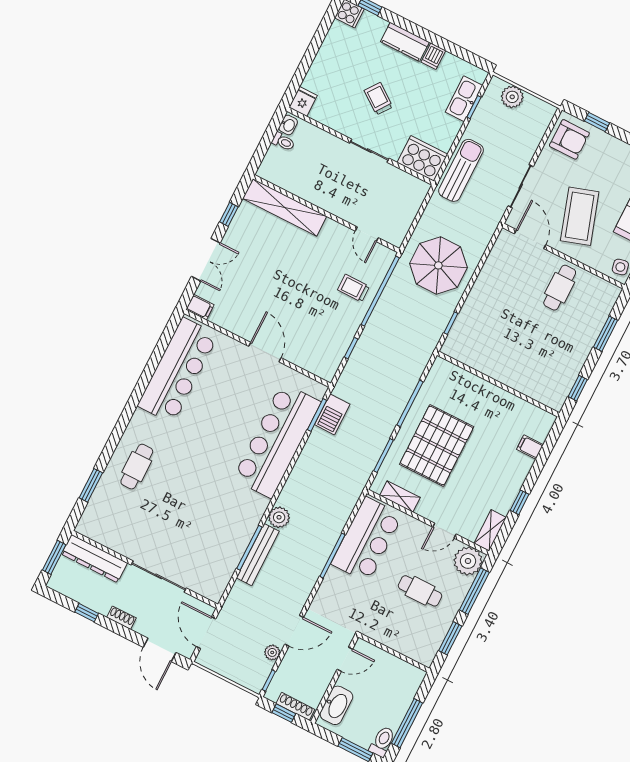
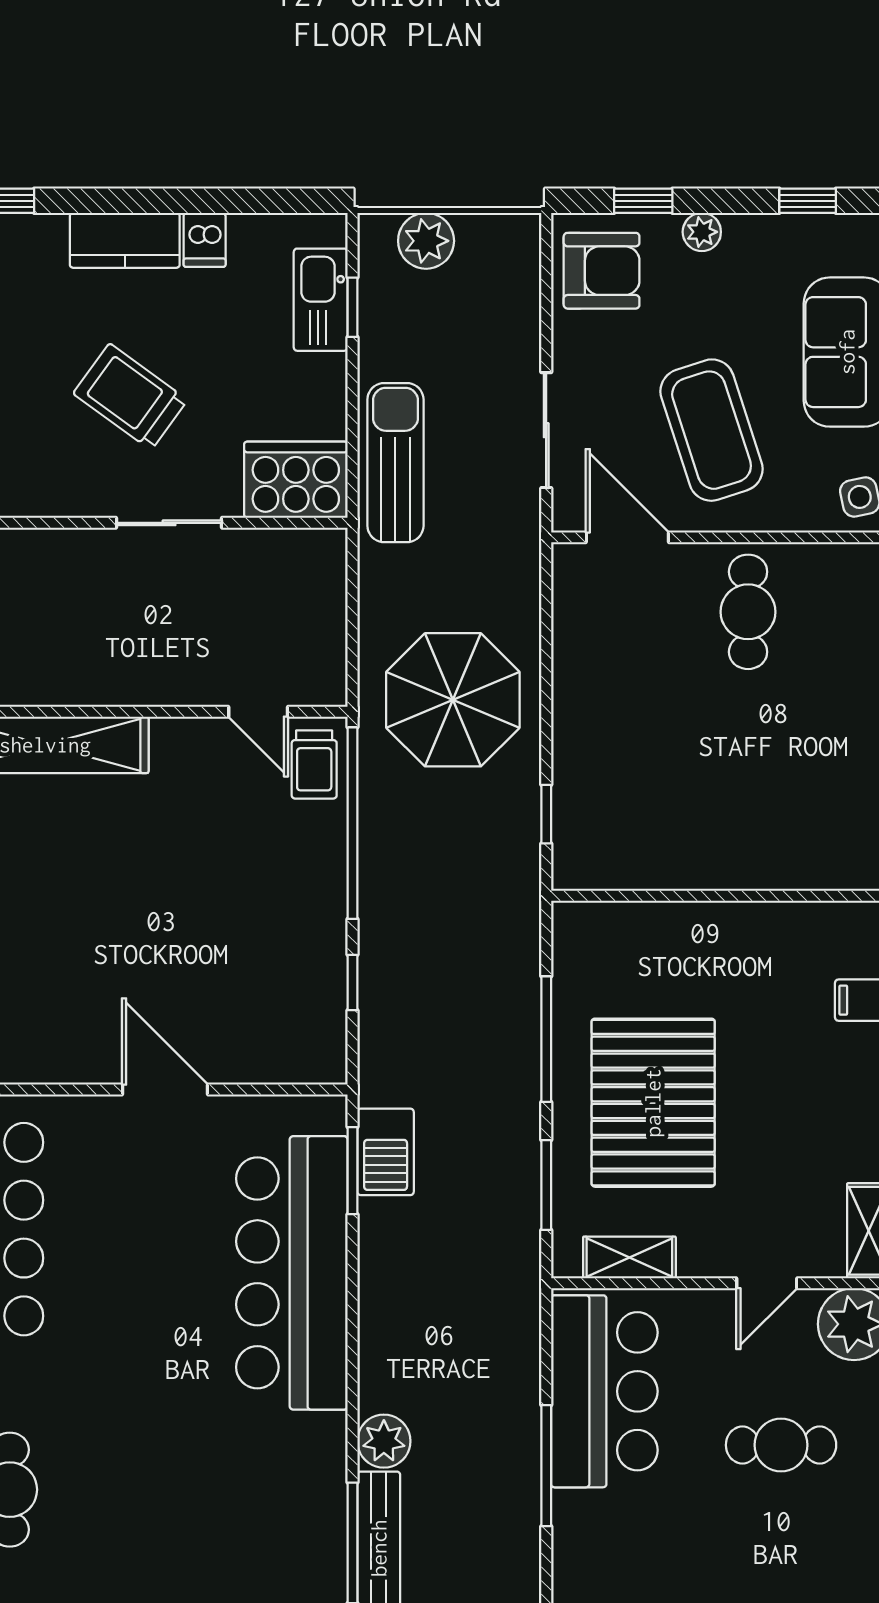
trolley: (378, 99) -> (130, 397), width x1.36, depth x1.39
plant: (612, 144) -> (702, 232), added
trolley: (354, 288) -> (314, 765), moved, turned -90

